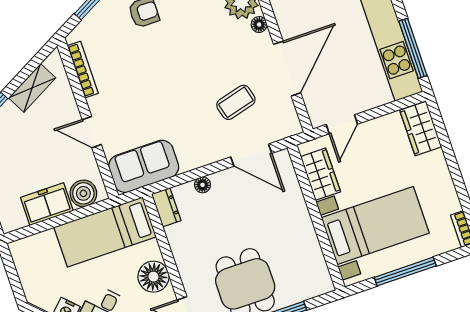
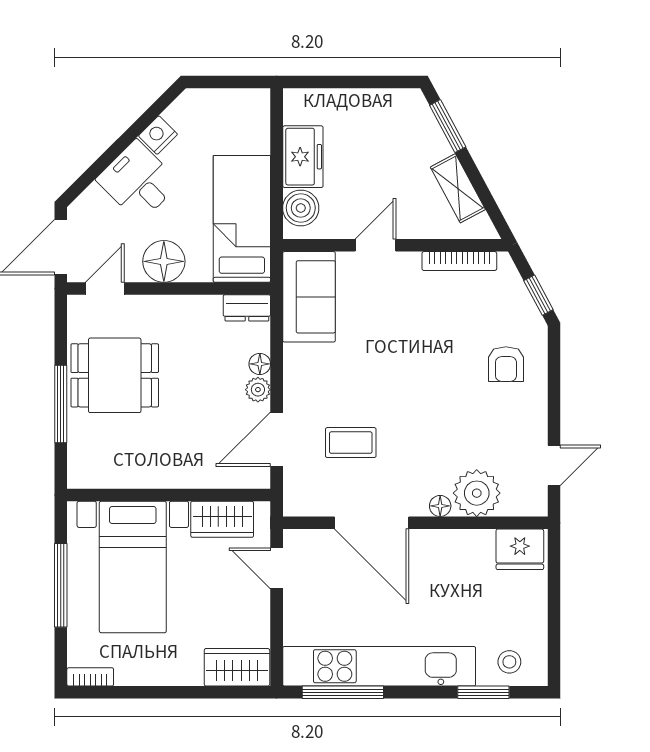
coffee table: (236, 102) -> (351, 443), turned -75
plant: (221, 180) -> (258, 390), added

